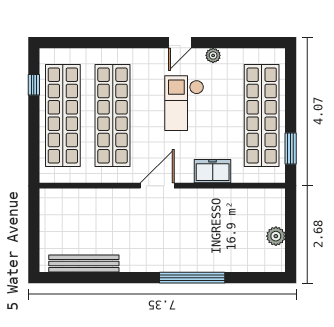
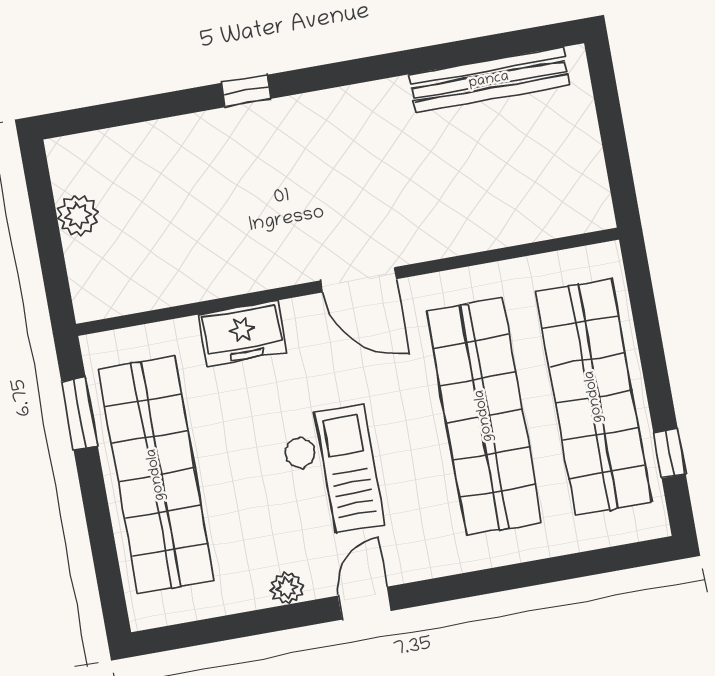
door: (157, 186) -> (359, 280), hinge flipped
window: (192, 278) -> (246, 91), width x0.32

